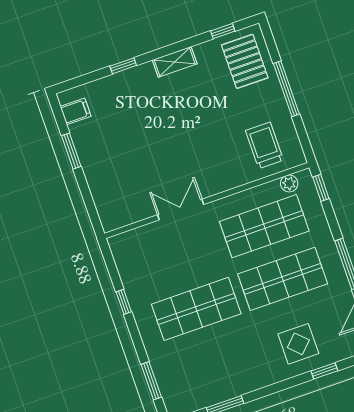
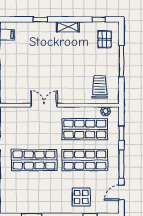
pallet: (245, 61) -> (105, 39), width x0.67, depth x0.71
window: (321, 188) -> (121, 133), moved

